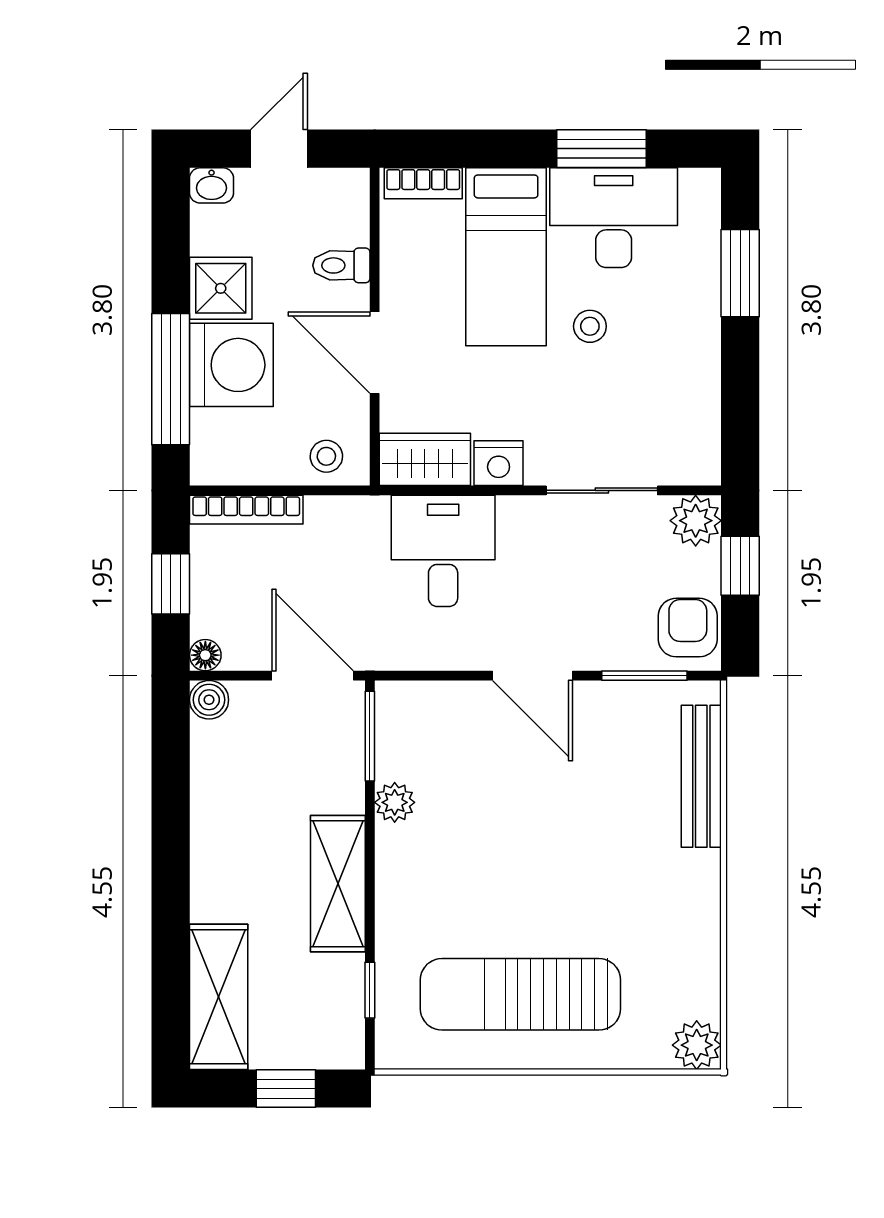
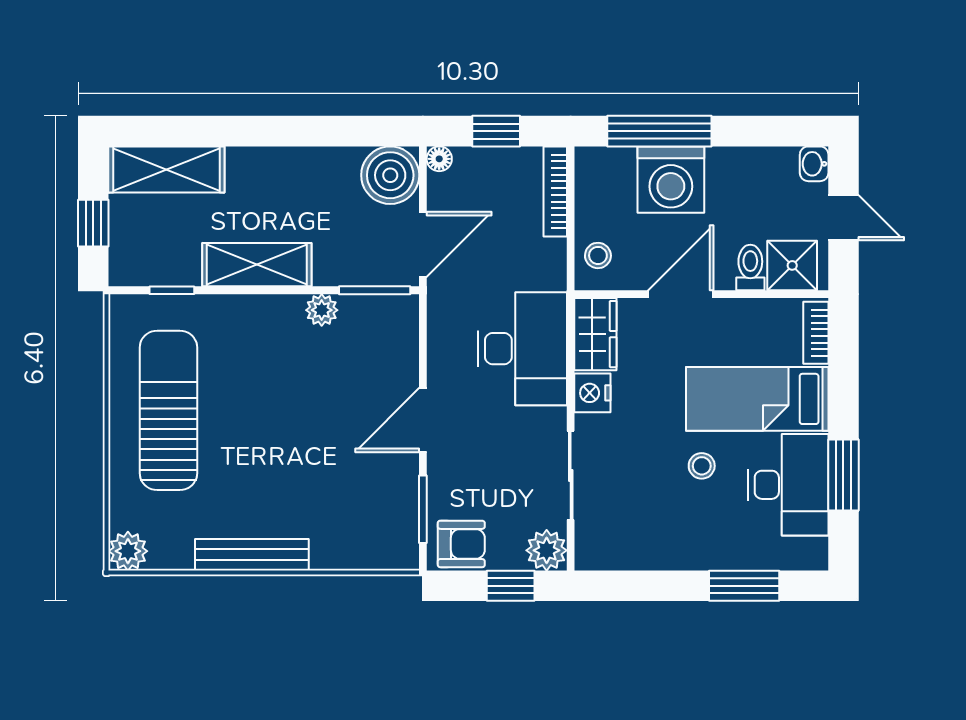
shower: (221, 288) -> (792, 265), moved
desk: (443, 551) -> (522, 349), width x1.37
boiler: (209, 700) -> (390, 175), width x1.86, depth x1.86
bench: (701, 776) -> (252, 555), moved

